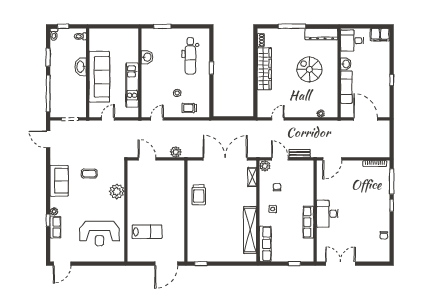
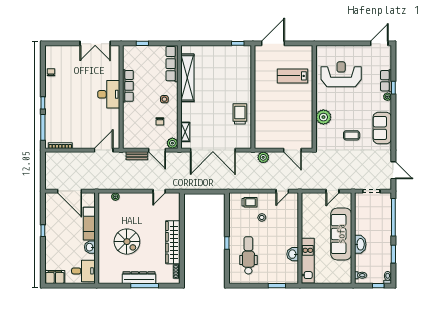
dresser: (321, 34) -> (139, 278), moved
kitchen unit: (132, 85) -> (308, 261), moved

